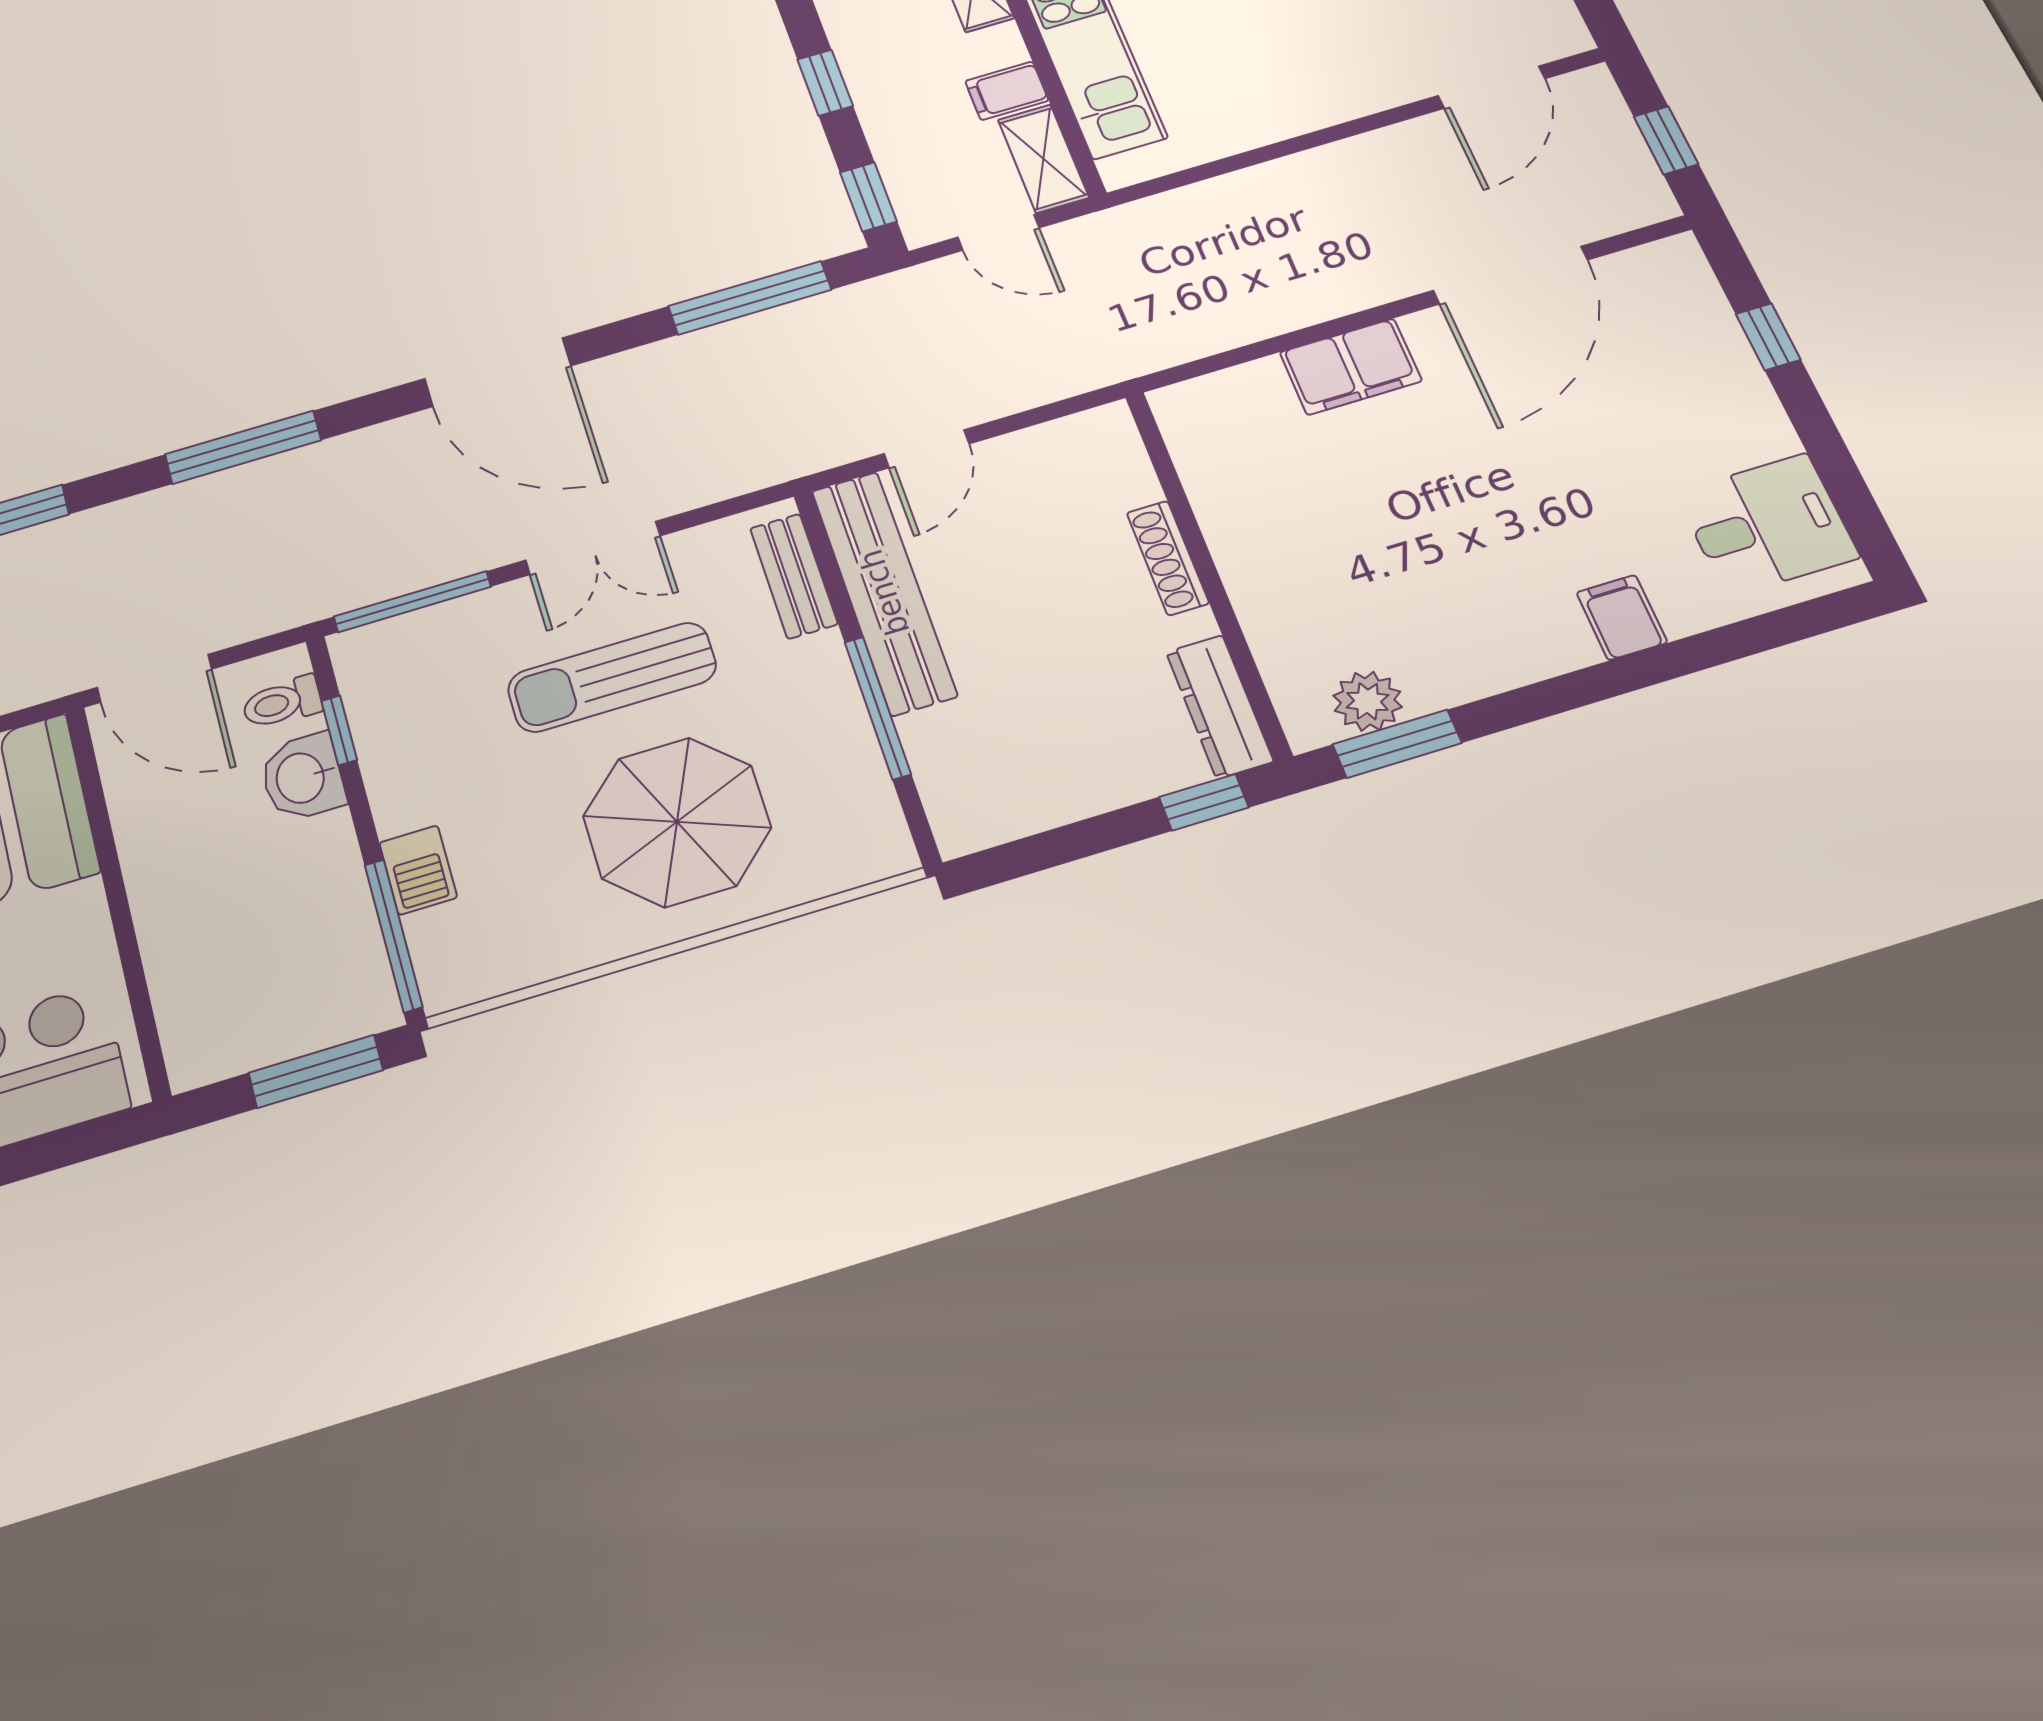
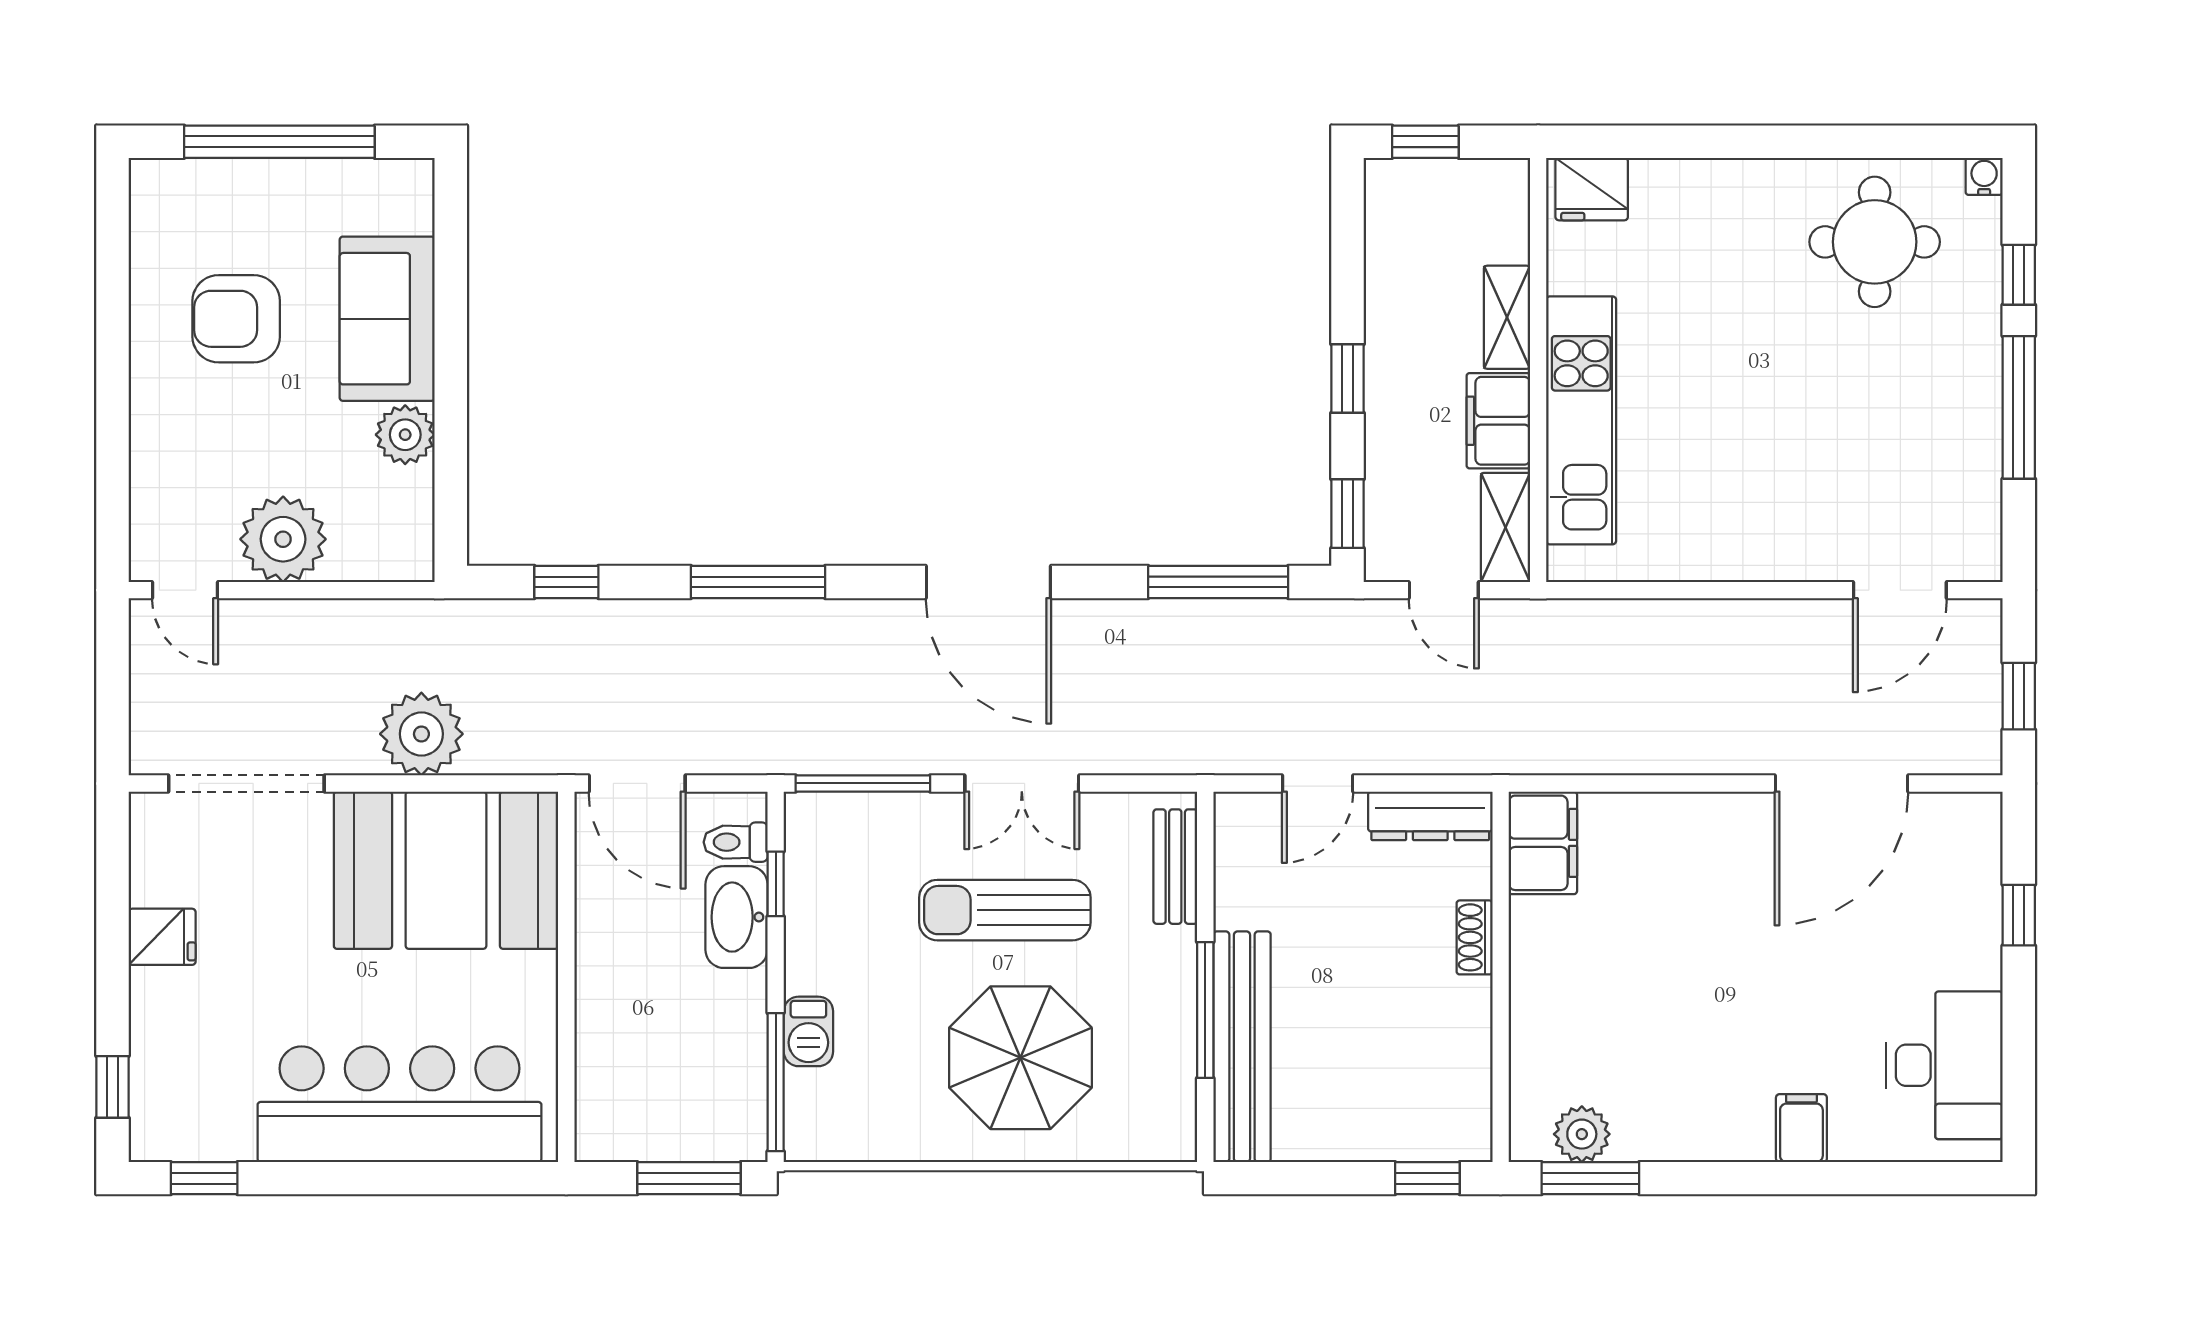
filing cabinet: (1007, 91) -> (1498, 421), width x2.00
filing cabinet: (1351, 367) -> (1543, 843), moved, turned -90
desk: (1767, 525) -> (1945, 1065), width x1.37
shoe rack: (1168, 558) -> (1475, 937), width x0.70
bench: (884, 592) -> (1242, 1047), moved
dresser: (1220, 706) -> (1430, 816), moved, turned -90
washbasin: (302, 777) -> (736, 917), width x1.38

